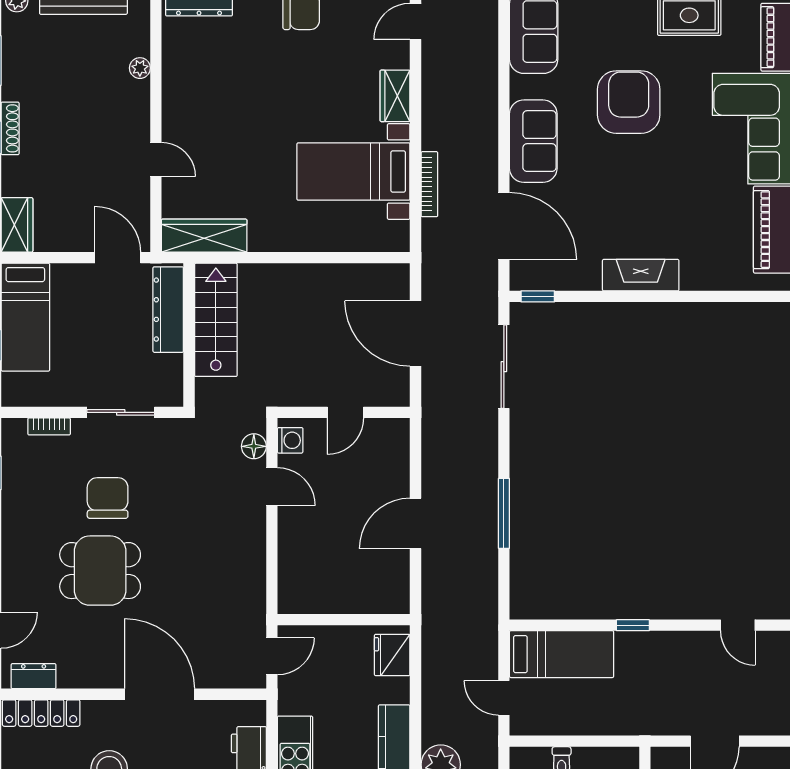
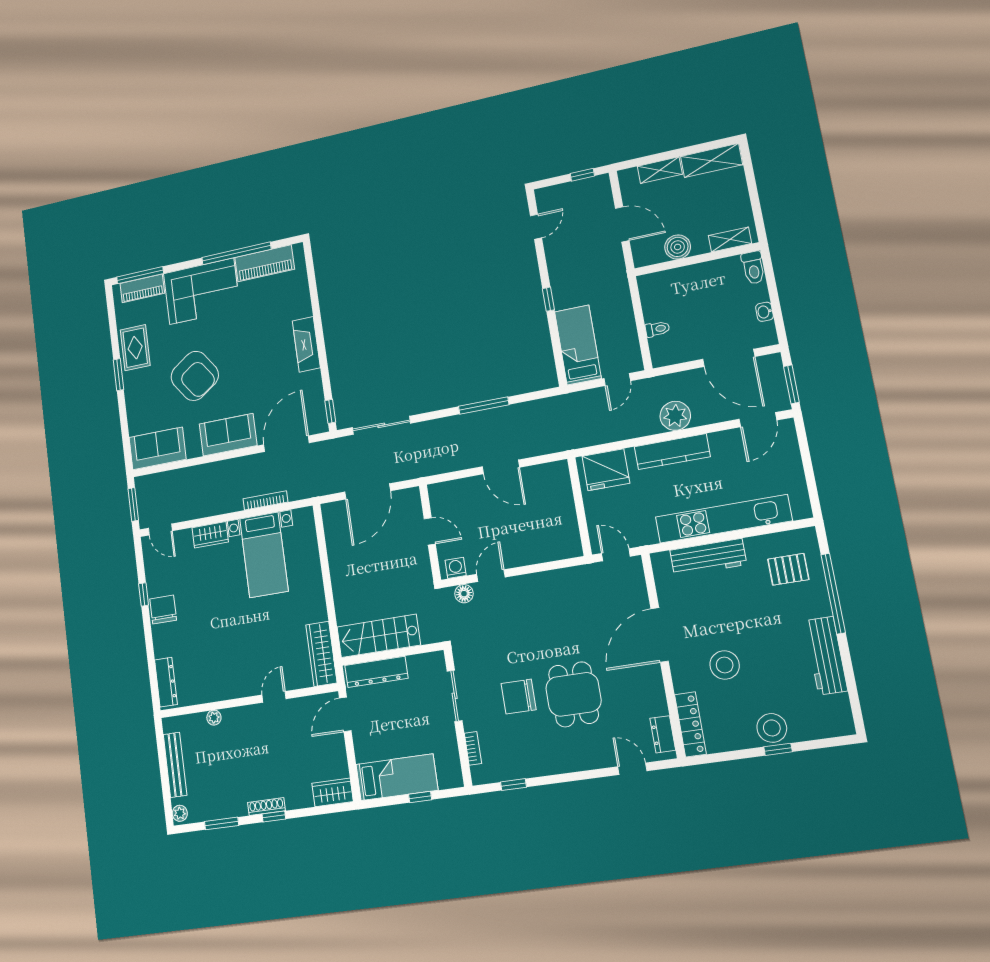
armchair: (629, 102) -> (195, 376), turned -125
fridge: (392, 655) -> (606, 470), width x1.36, depth x1.34

